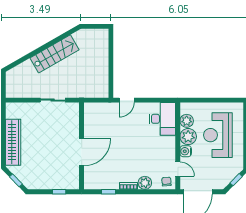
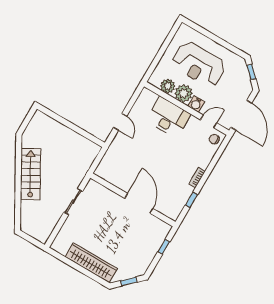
door: (127, 100) -> (120, 122), moved
desk: (162, 119) -> (168, 117), moved
plant: (145, 183) -> (203, 160), removed

